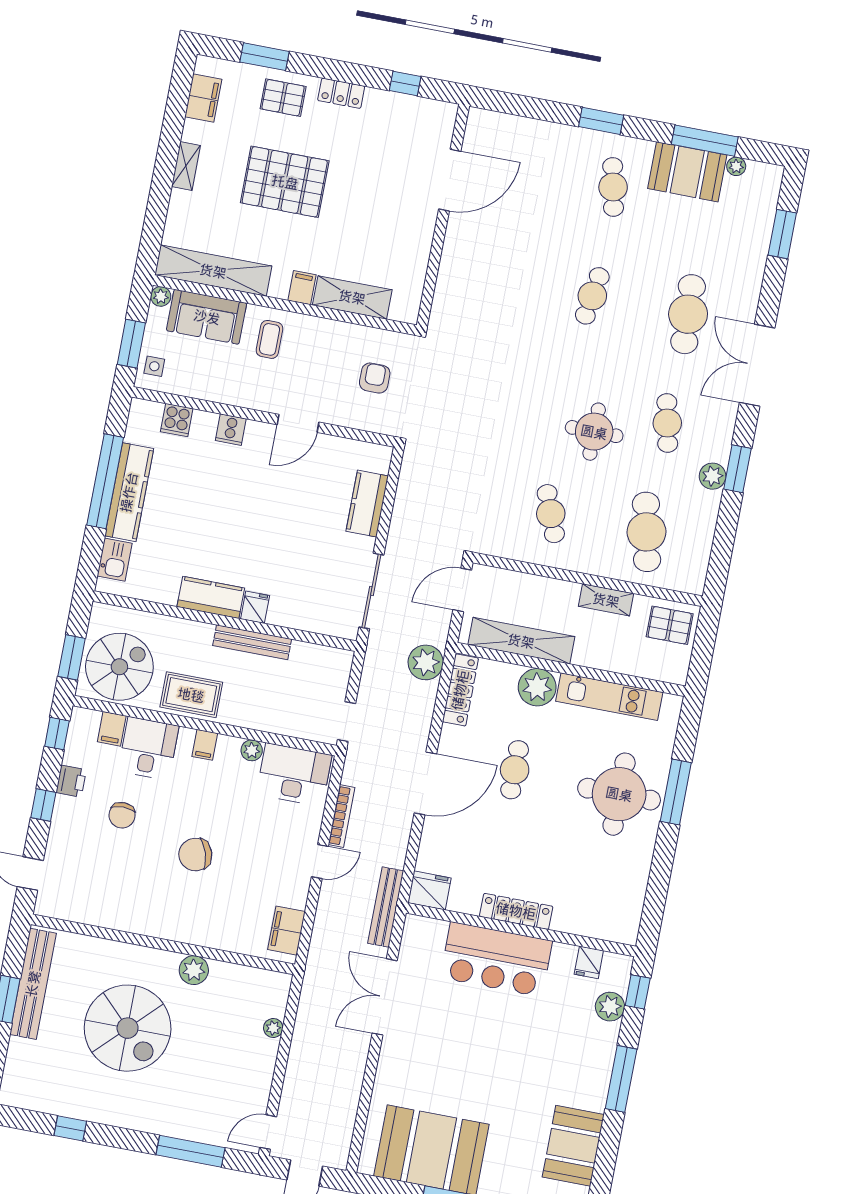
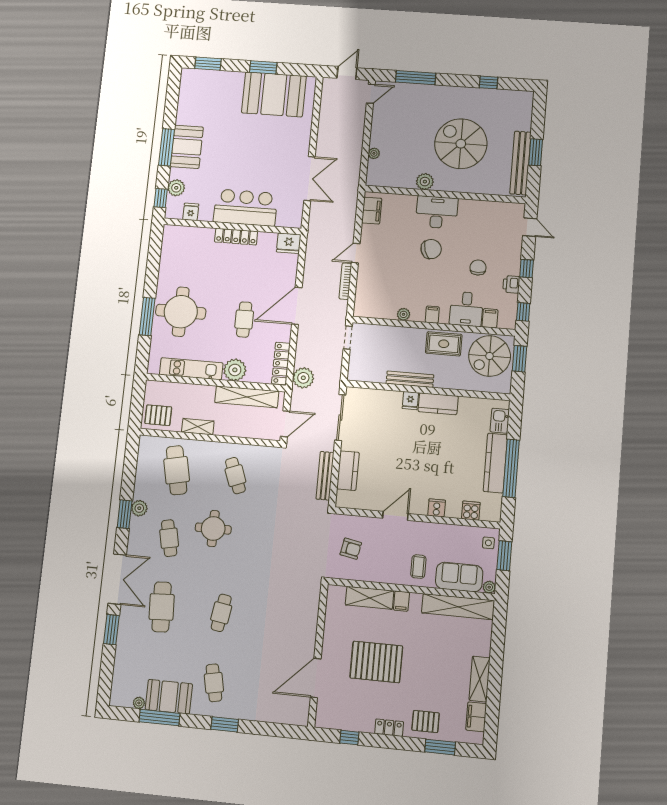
shelving: (186, 166) -> (480, 679), width x1.50, depth x1.33
pallet: (285, 182) -> (376, 662), moved
window: (782, 234) -> (111, 630), moved
armchair: (375, 378) -> (351, 549), turned -79
desk: (294, 775) -> (437, 212), moved, turned 180
bench: (386, 907) -> (325, 476), moved
booth: (573, 1146) -> (187, 147), moved

